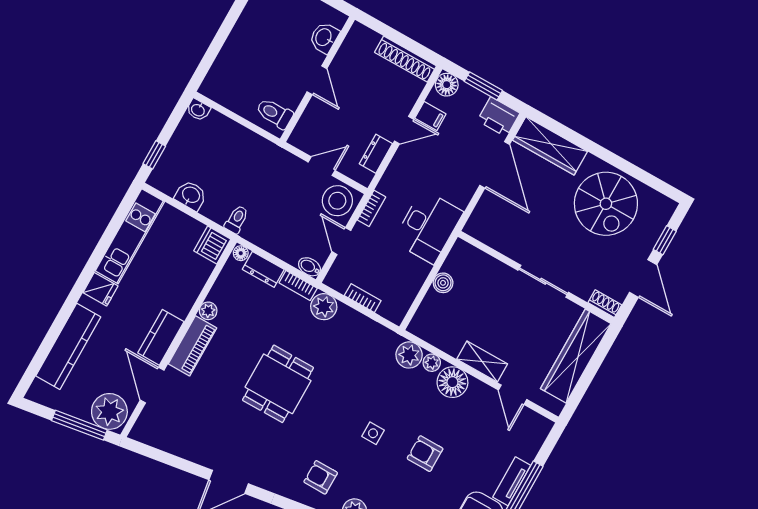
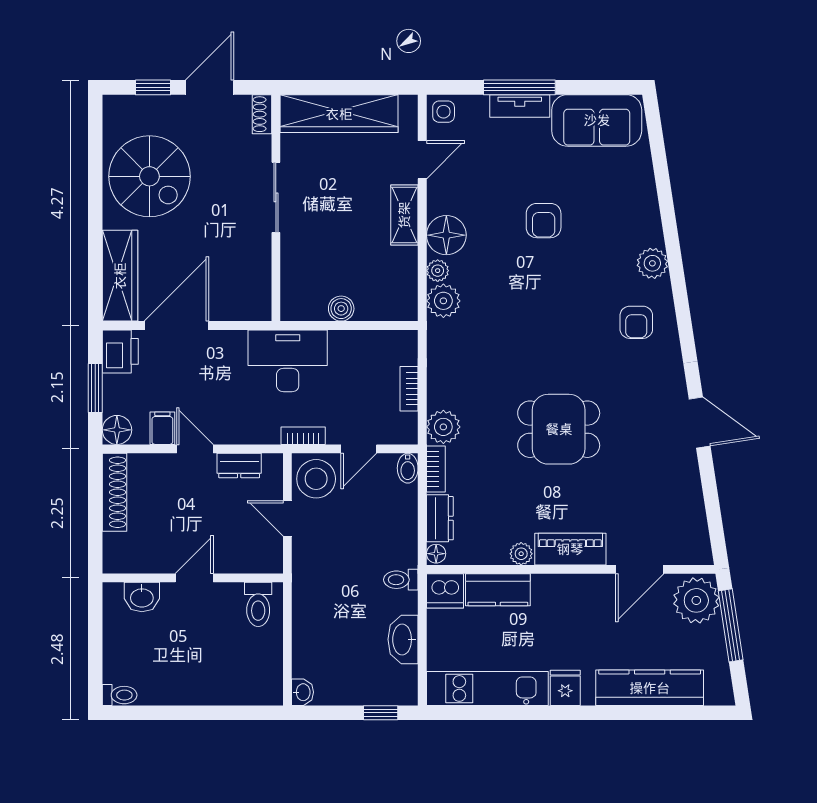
washbasin: (191, 195) -> (403, 639), width x1.38
spiral stairs: (606, 204) -> (149, 176), turned 90
kitchen counter: (161, 337) -> (498, 590), moved
side table: (373, 433) -> (444, 112), moved

